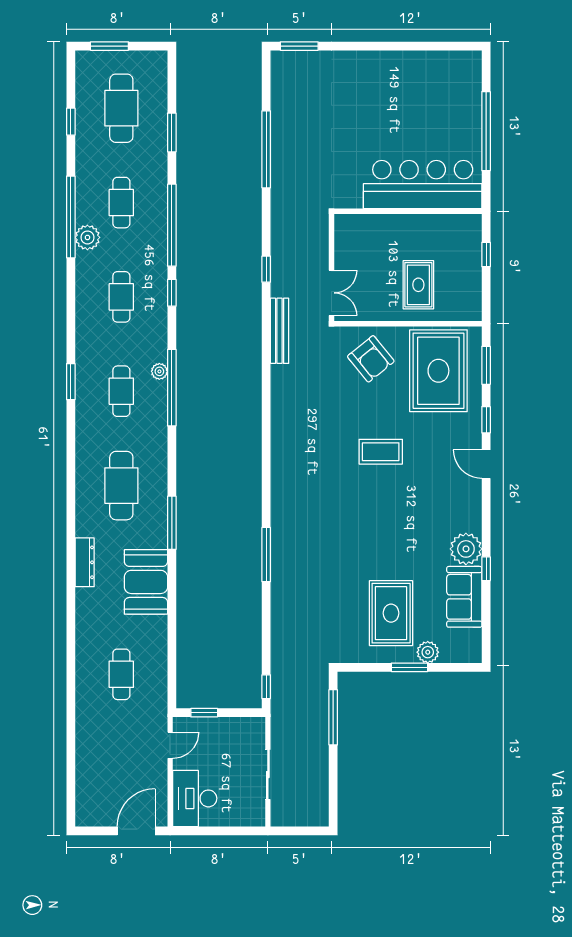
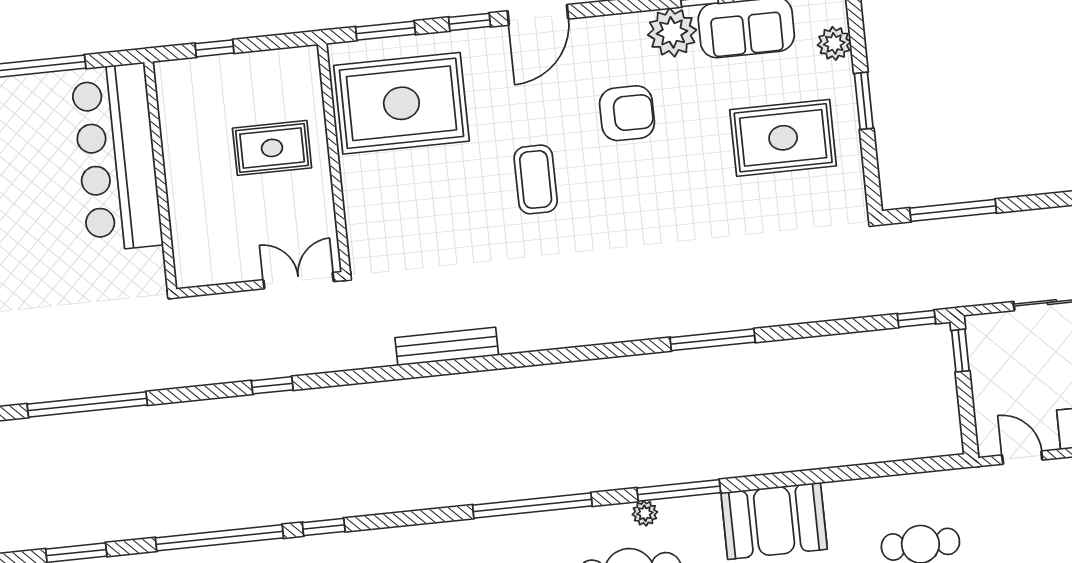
bench: (280, 331) -> (447, 346), moved
armchair: (371, 359) -> (627, 113), moved, turned 39
plant: (159, 371) -> (645, 513), moved
window: (172, 388) -> (532, 505), moved
door: (486, 464) -> (538, 15), width x1.38
plant: (428, 652) -> (834, 43), moved
window: (204, 713) -> (960, 351), moved

